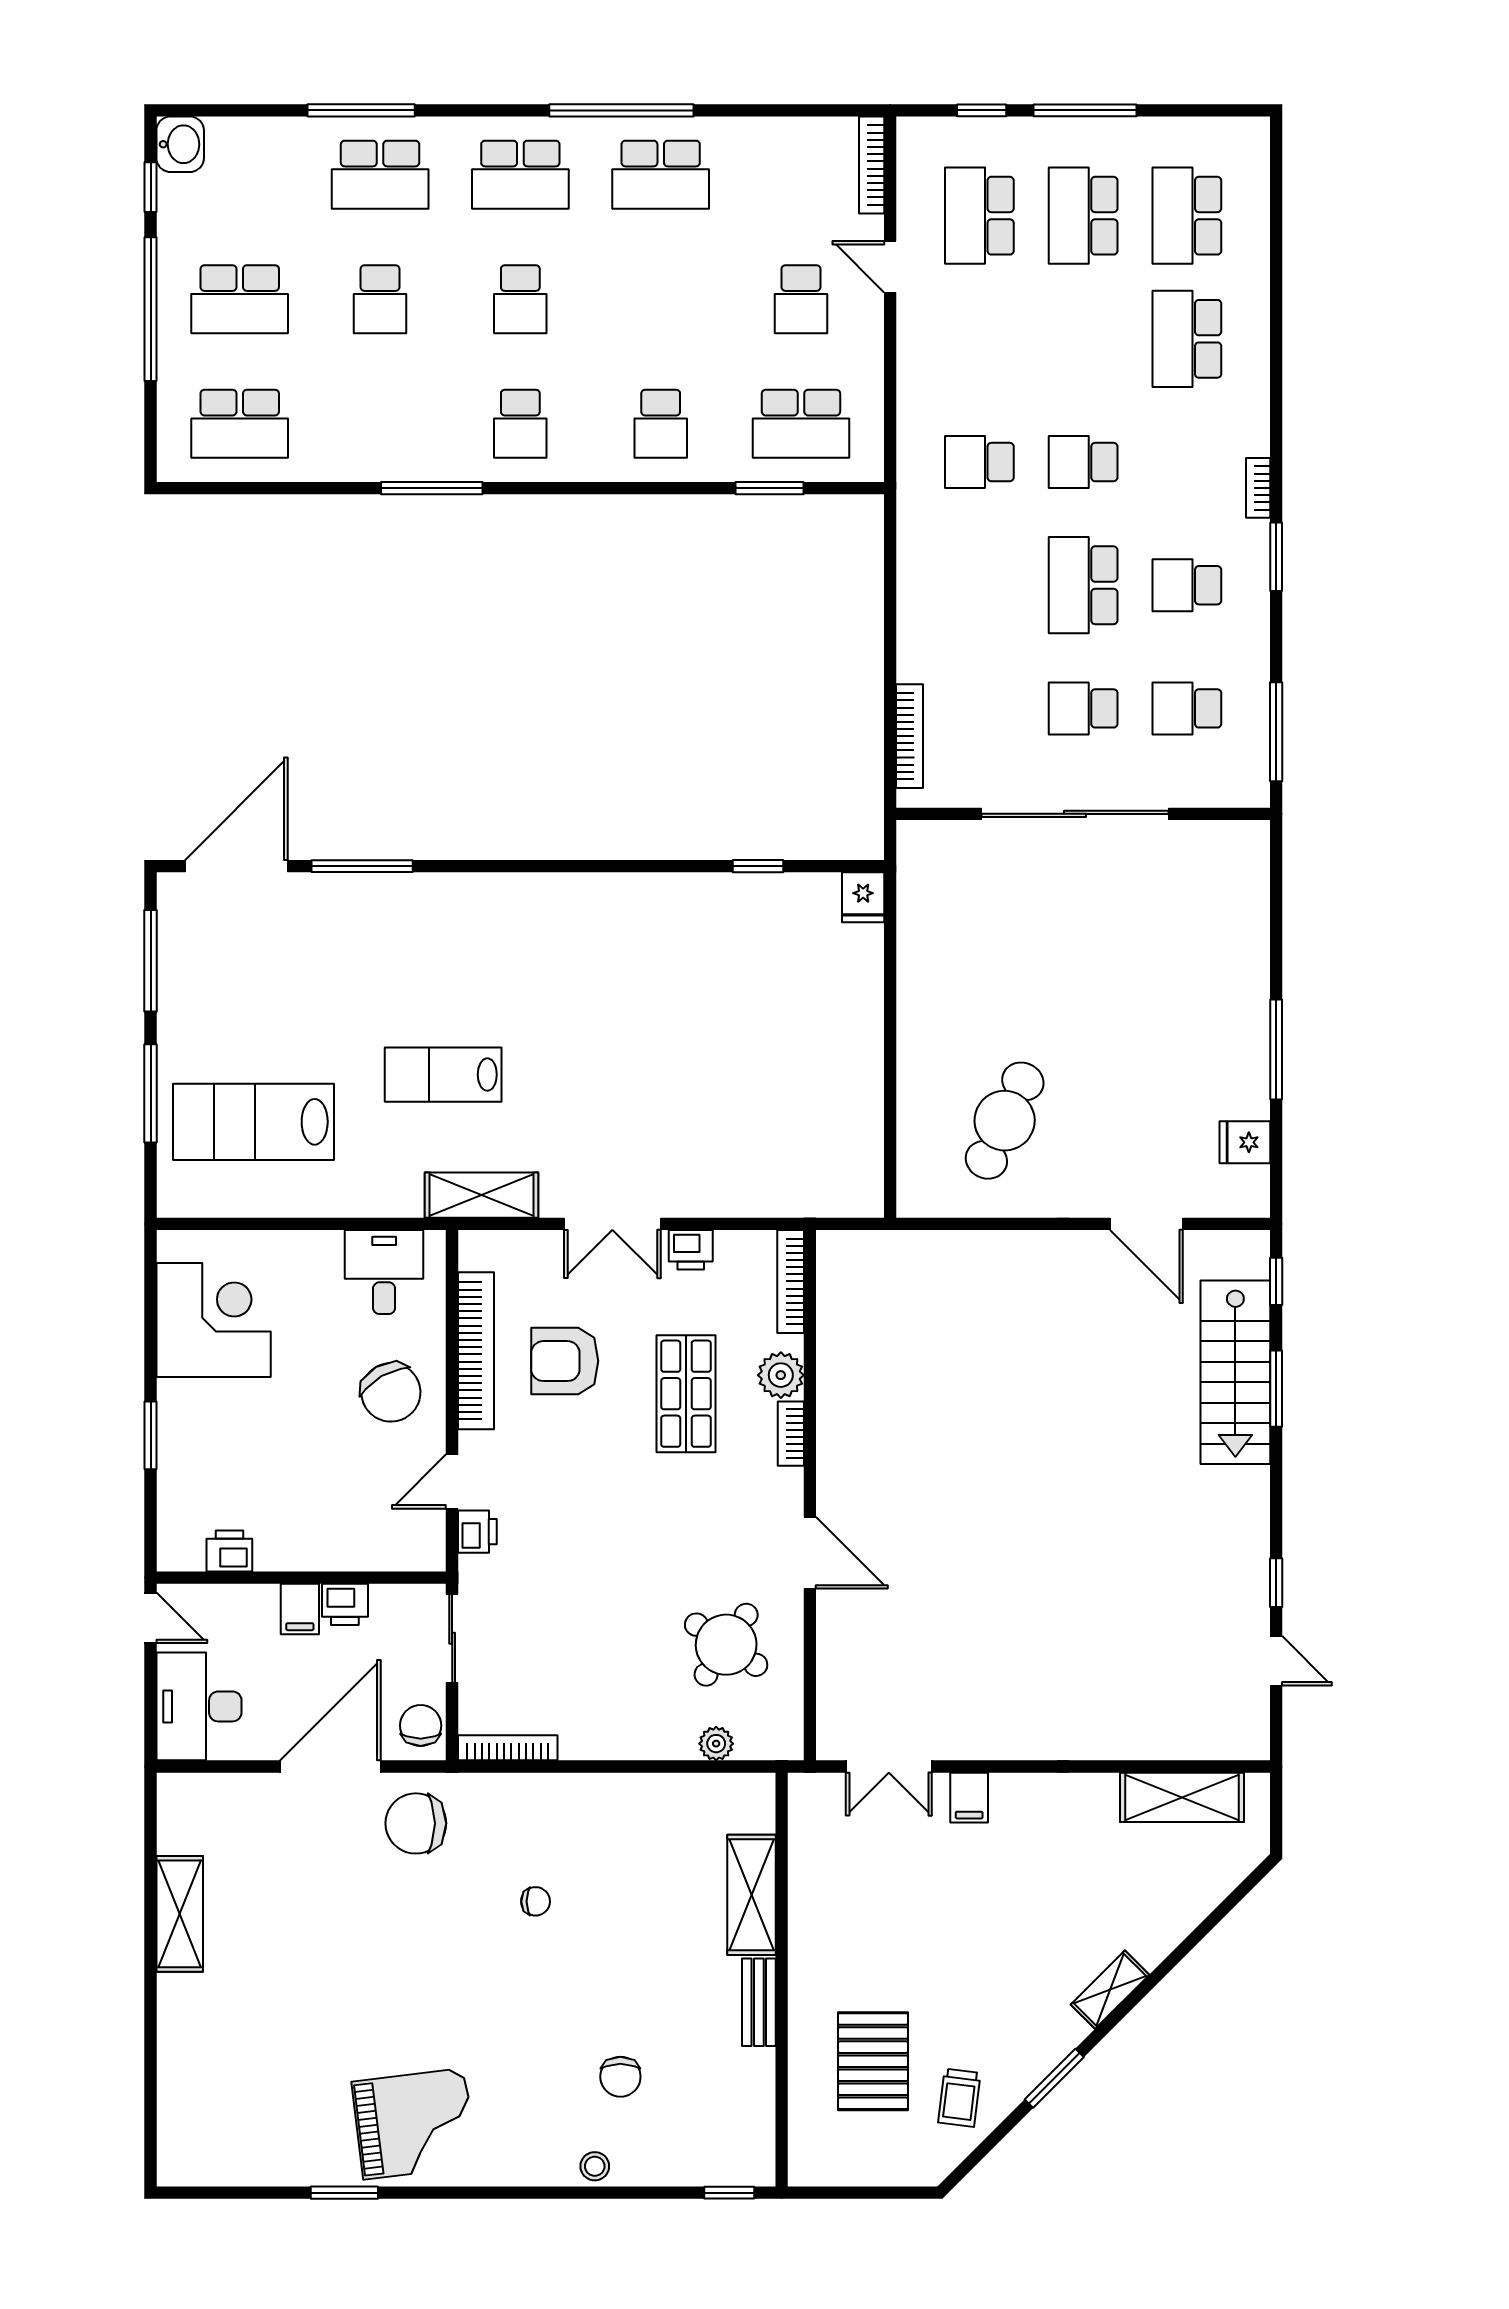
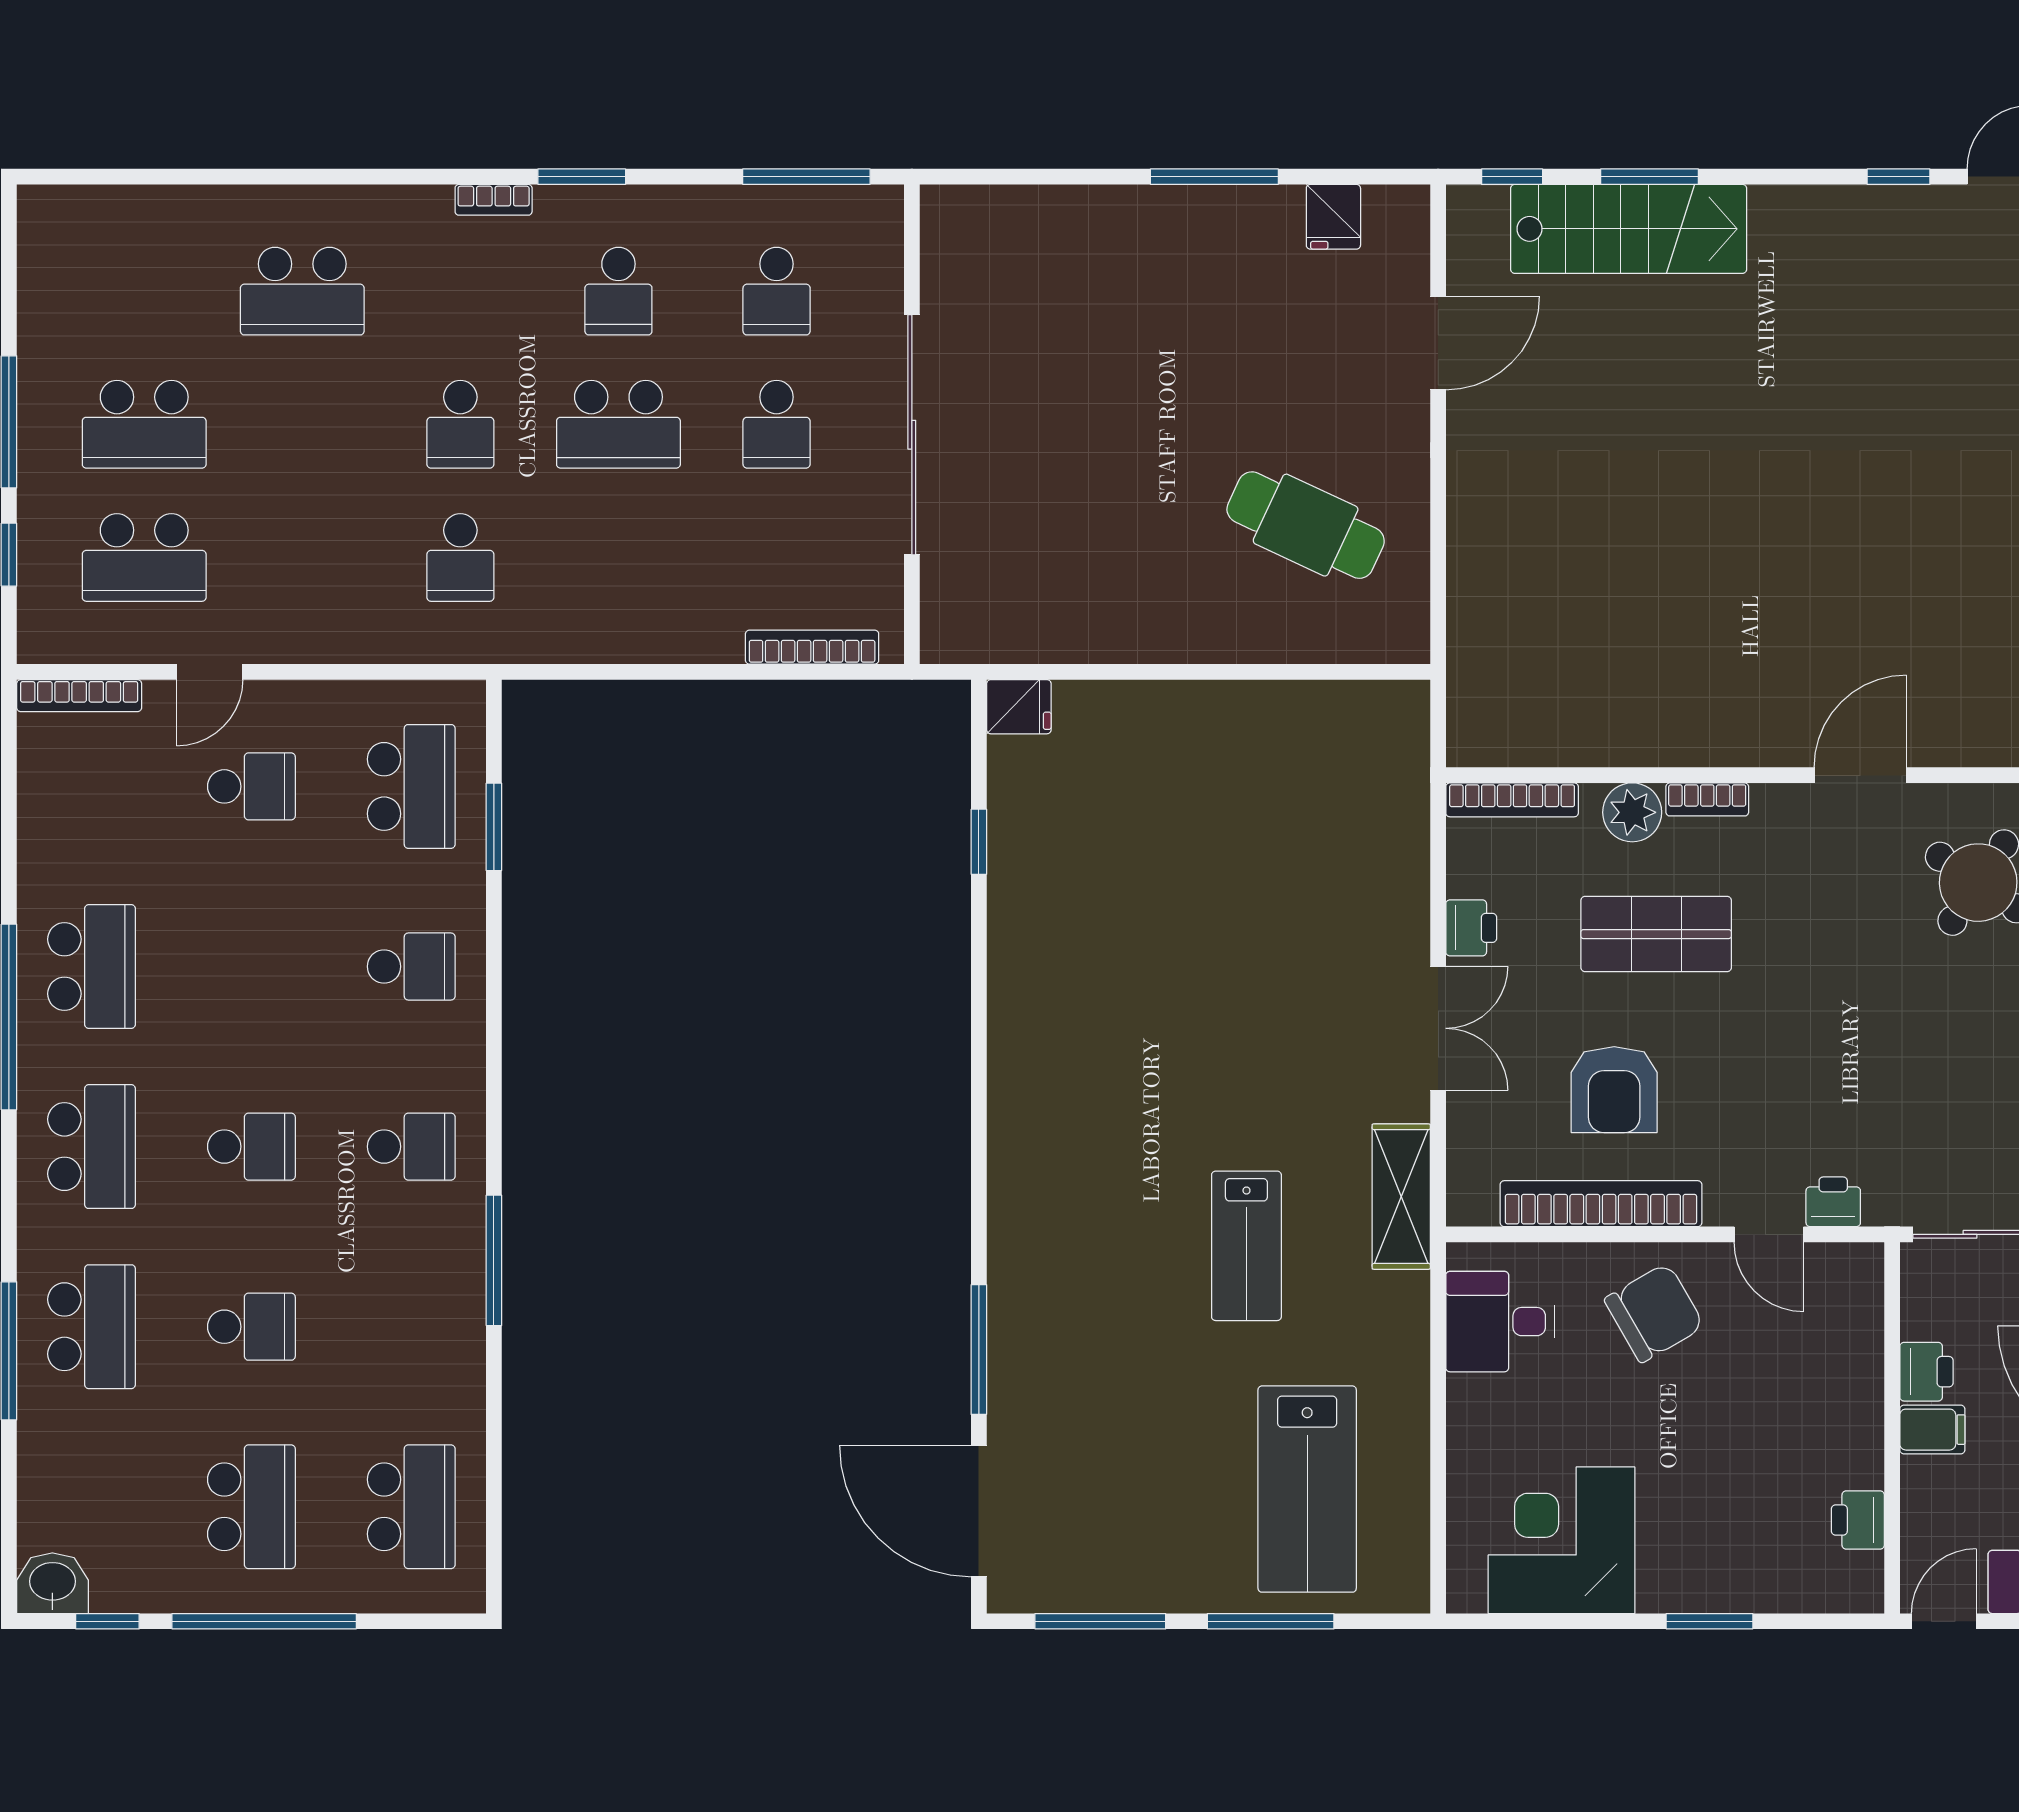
school desk: (1187, 216) -> (144, 291), removed

